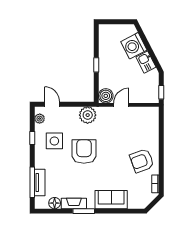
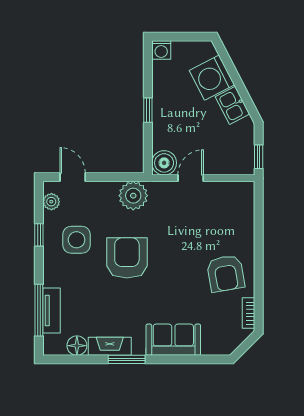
washing machine: (104, 30) -> (161, 50), added
armchair: (142, 161) -> (226, 273), turned -80

